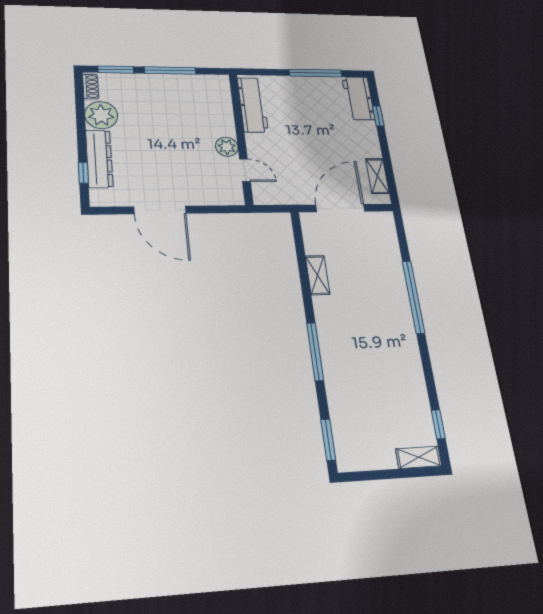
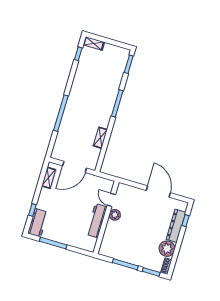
workbench: (253, 105) -> (97, 221), moved

